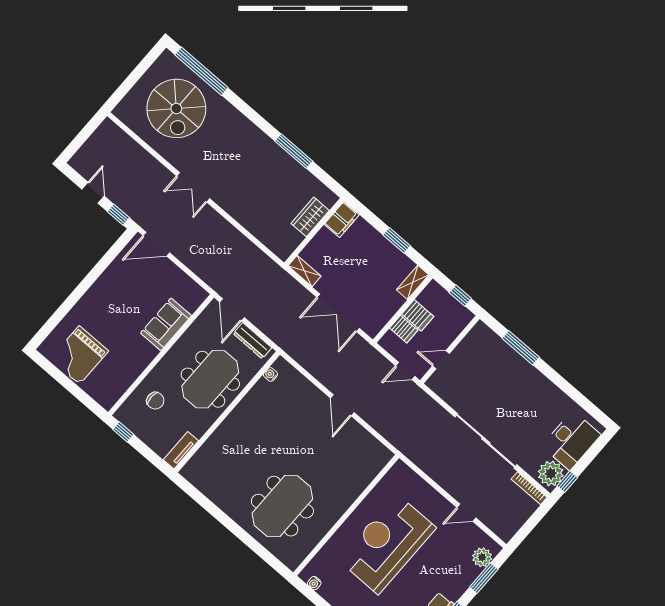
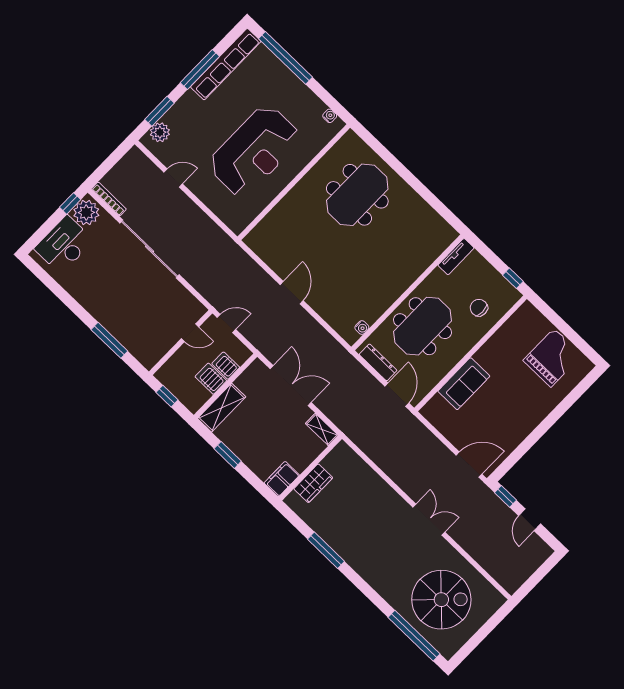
spiral stairs: (176, 108) -> (441, 600), turned 90
shelving: (413, 282) -> (222, 408), width x1.50, depth x1.33

